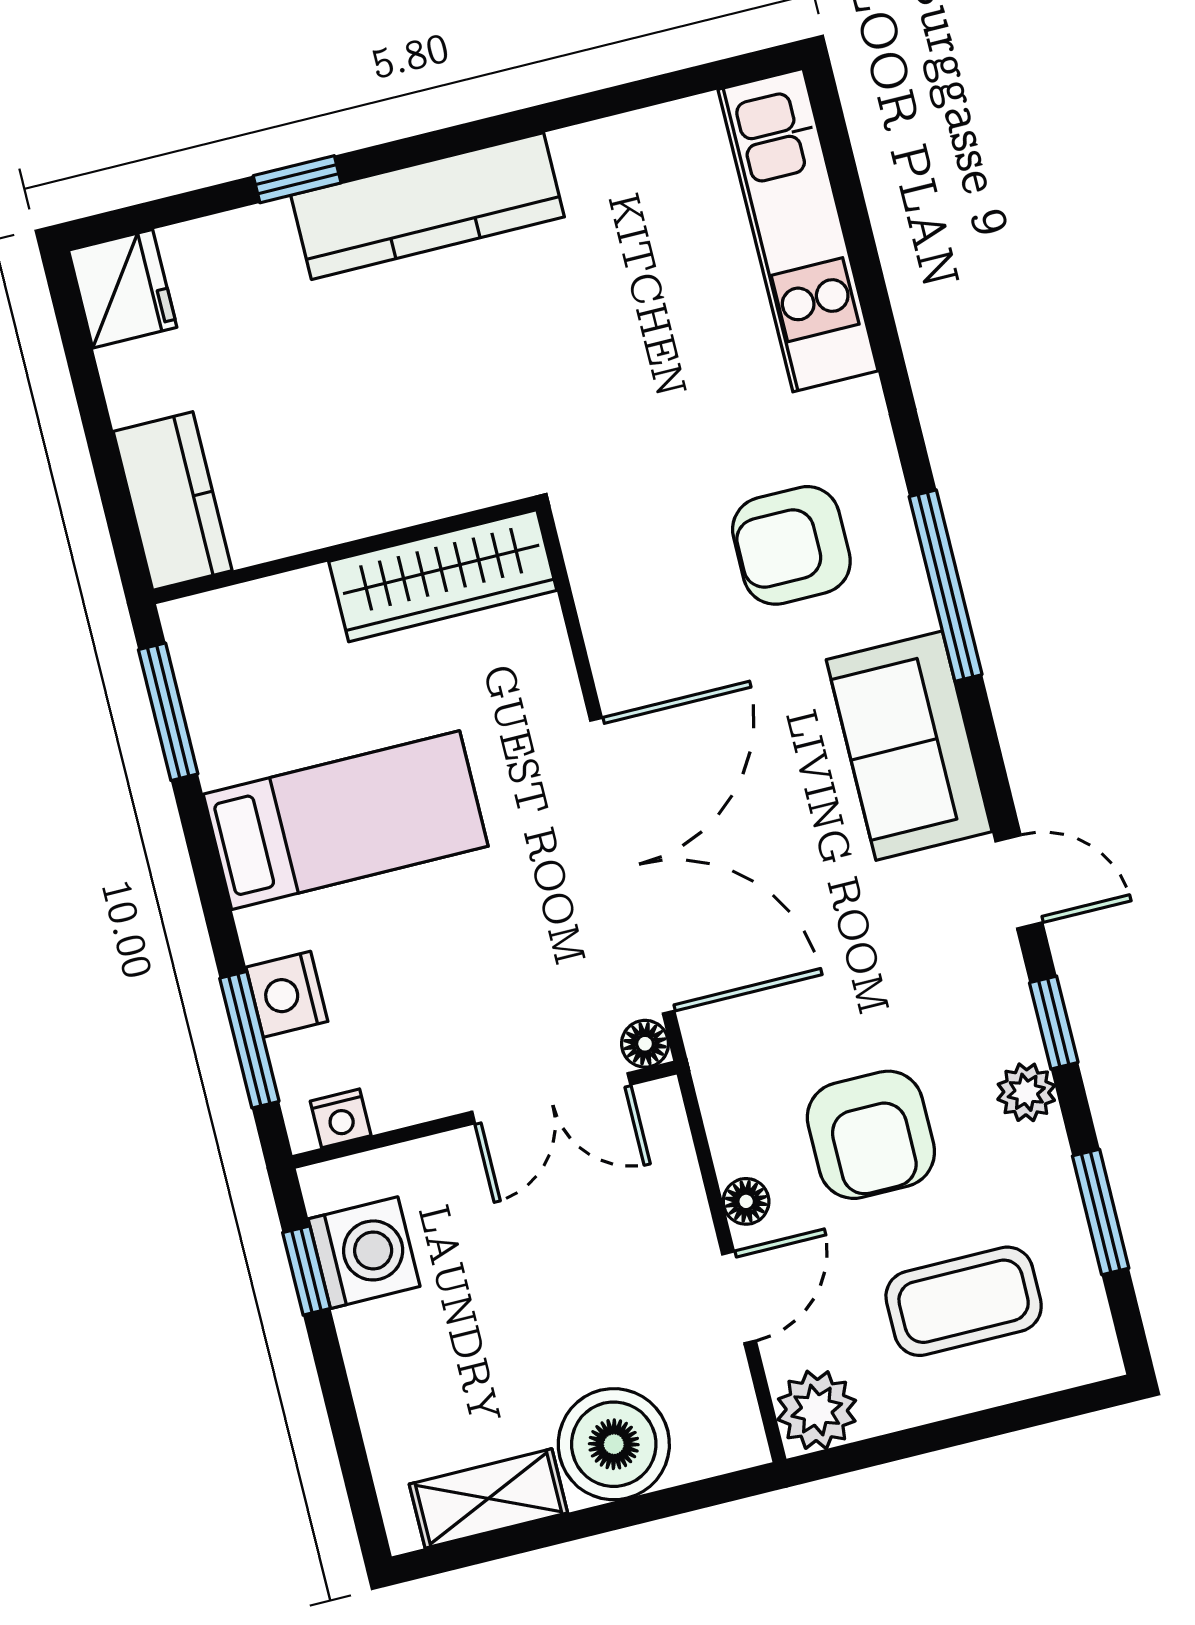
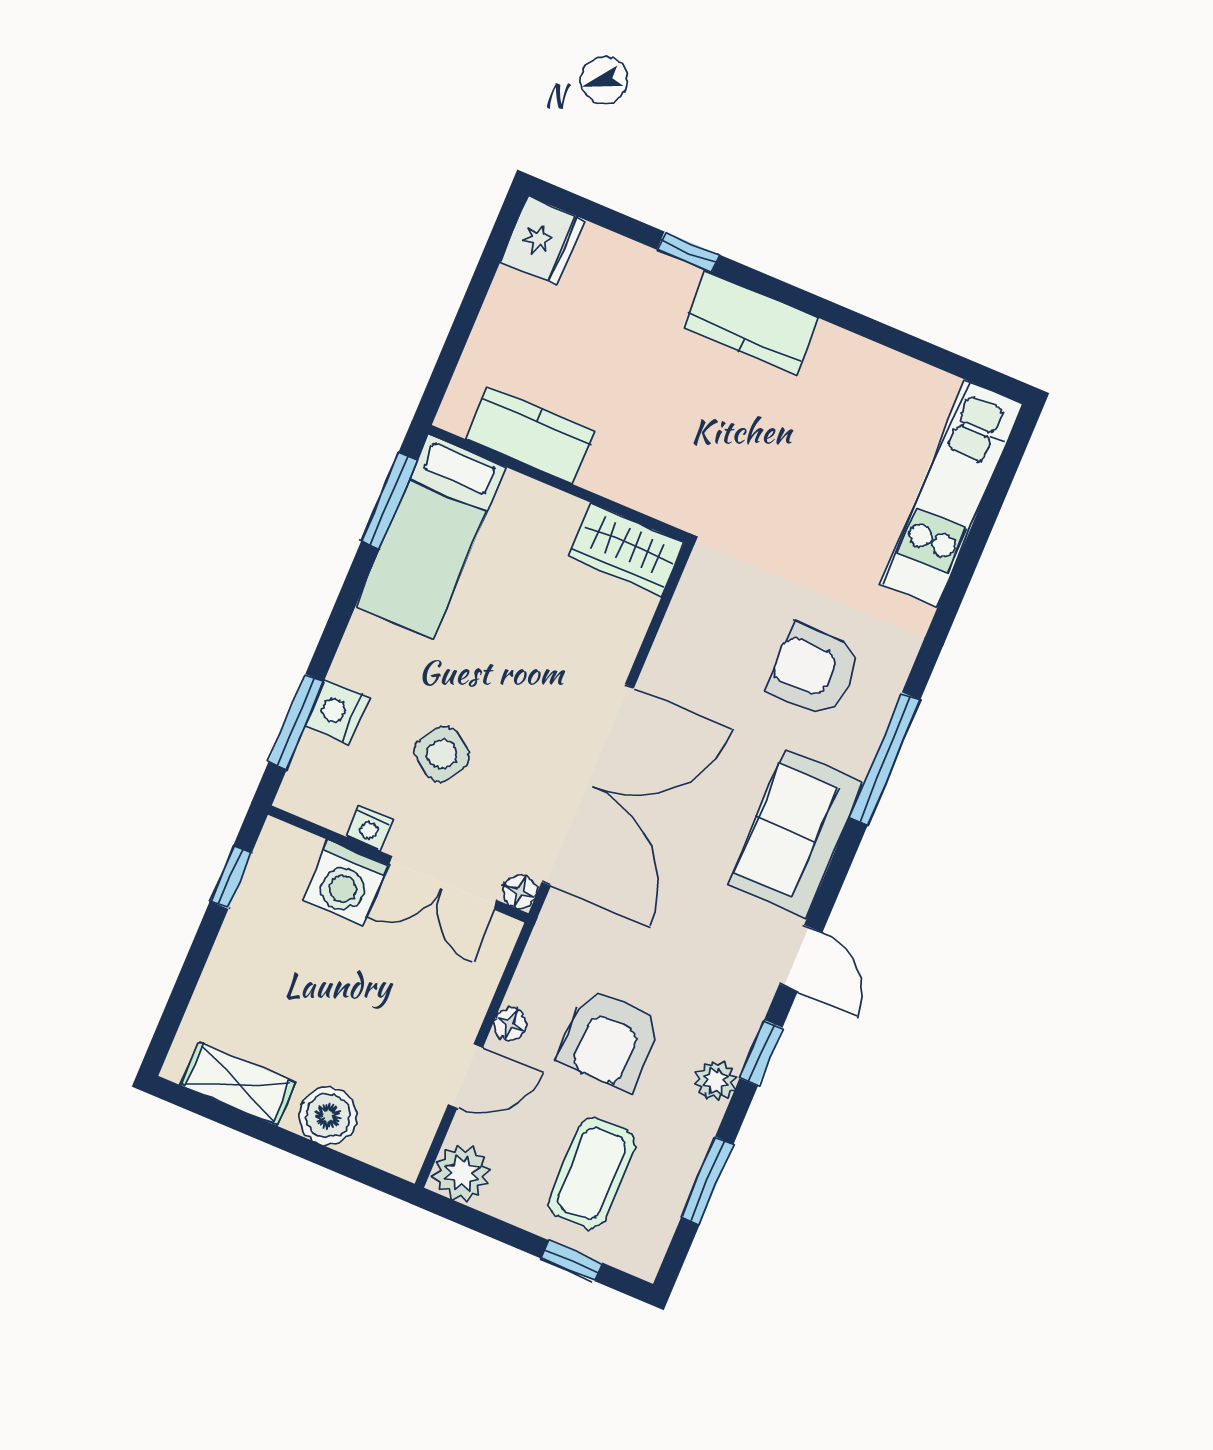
kitchen counter: (428, 206) -> (751, 323), width x0.67
kitchen counter: (173, 501) -> (530, 435), moved, turned -90
wardrobe: (443, 576) -> (626, 550), width x0.67
bed: (346, 820) -> (430, 537), moved, turned 90
side table: (441, 954) -> (442, 754), added
nightstand: (341, 1118) -> (370, 828), moved
washing machine: (364, 1253) -> (345, 883), moved, turned 90
coffee table: (964, 1301) -> (592, 1173), turned 90
window: (1015, 1417) -> (572, 1261), added
boiler: (614, 1444) -> (328, 1116), width x0.73, depth x0.73

